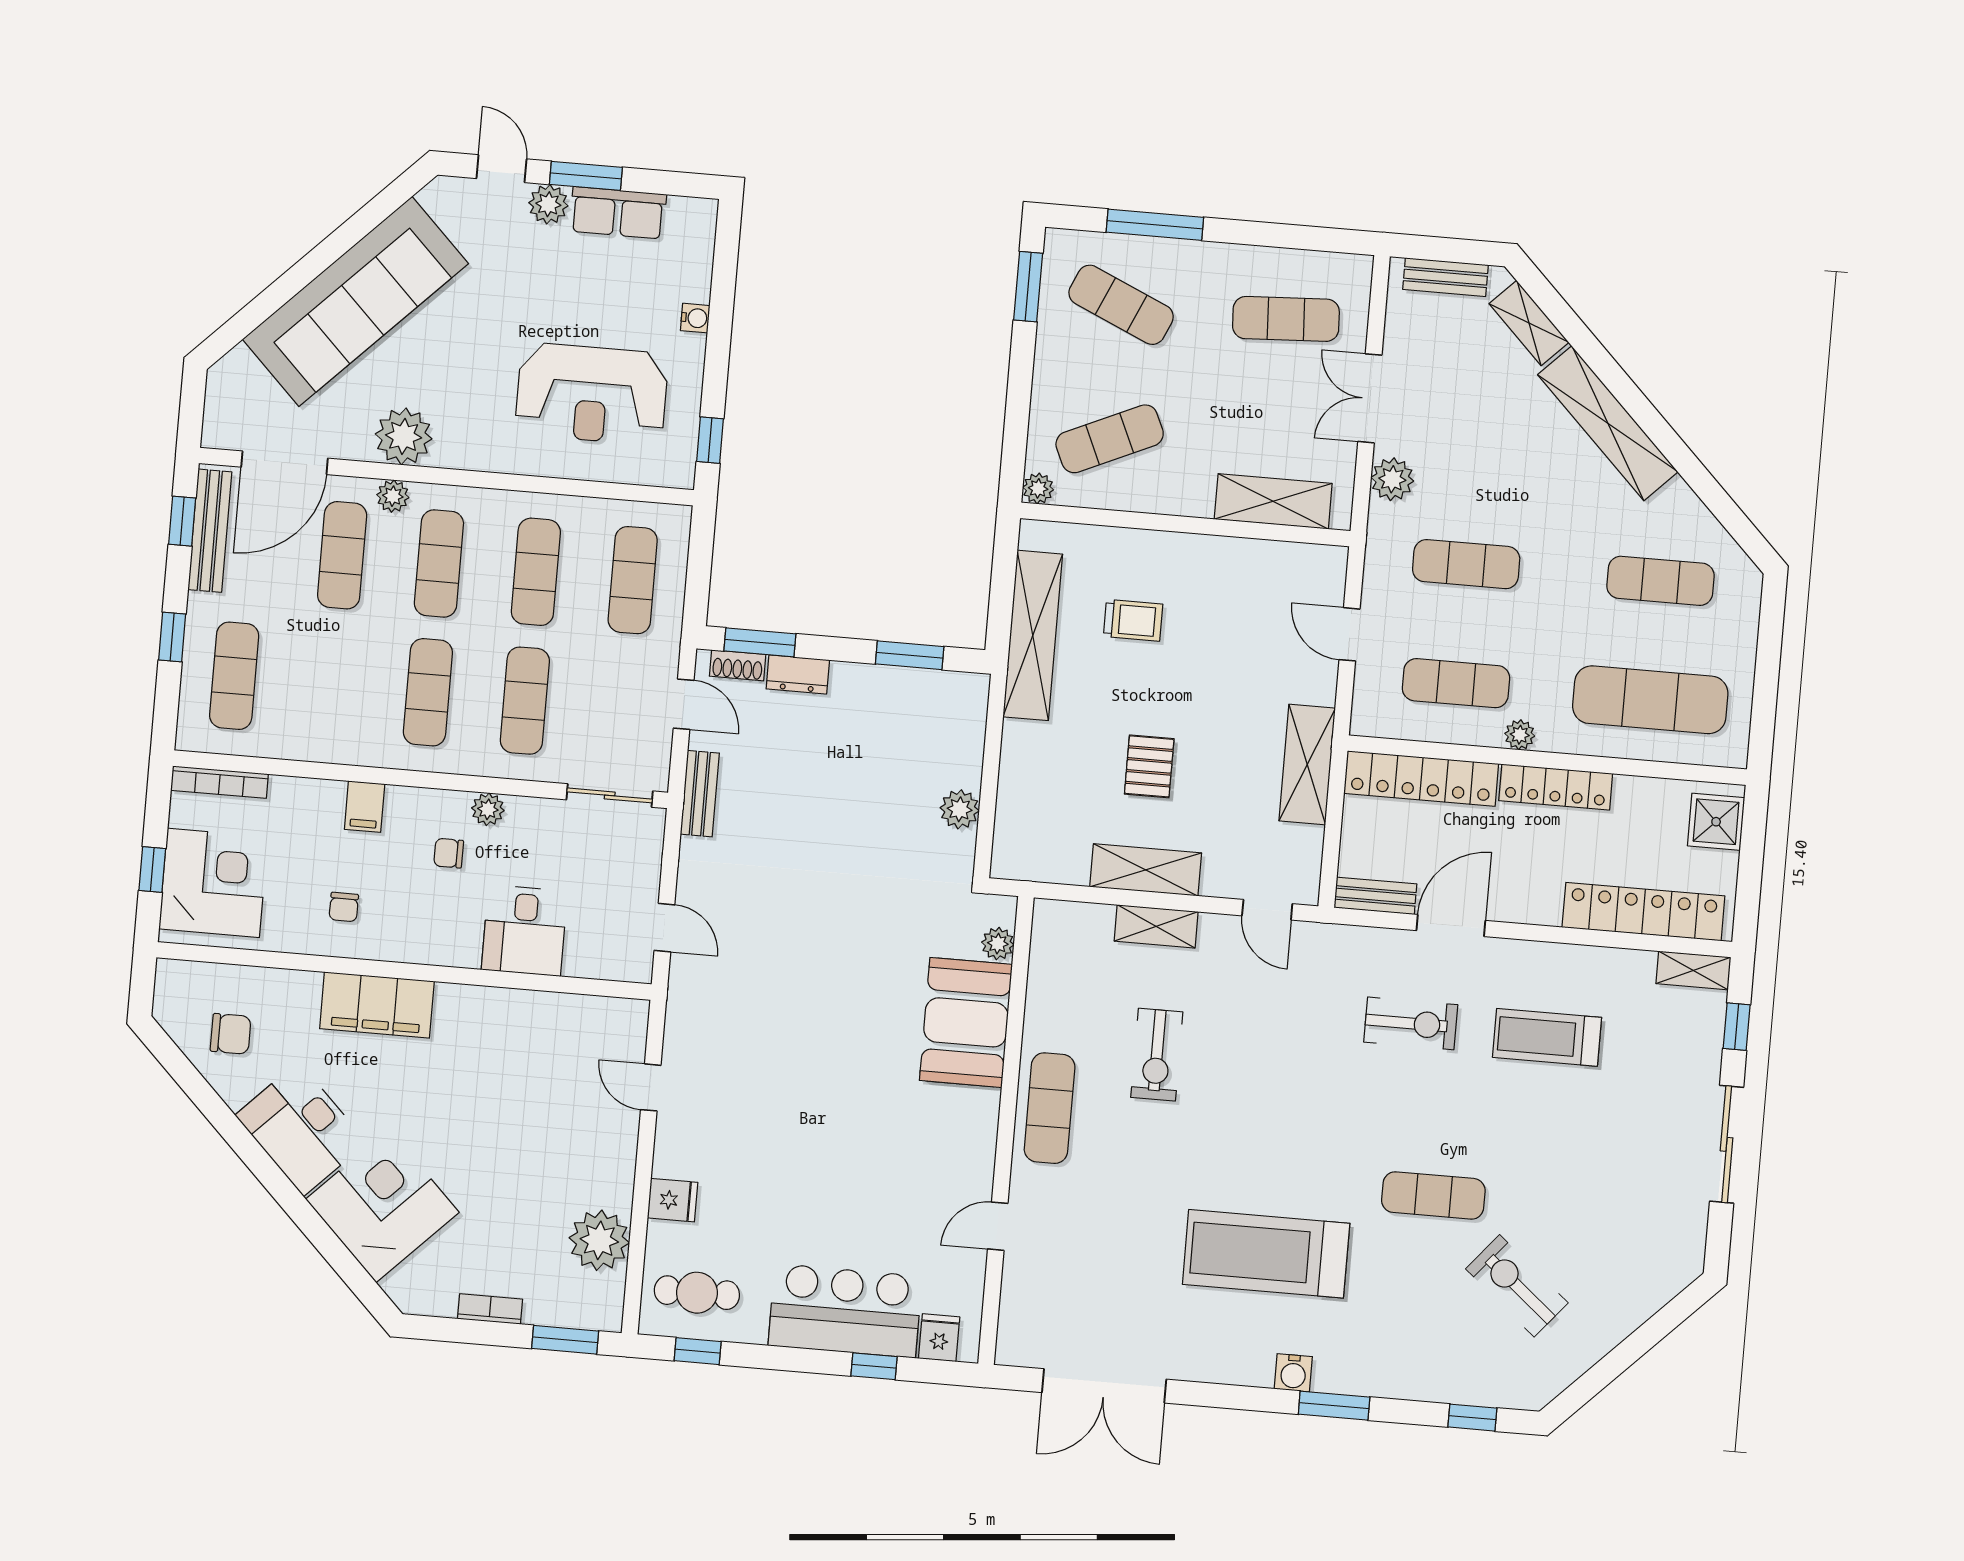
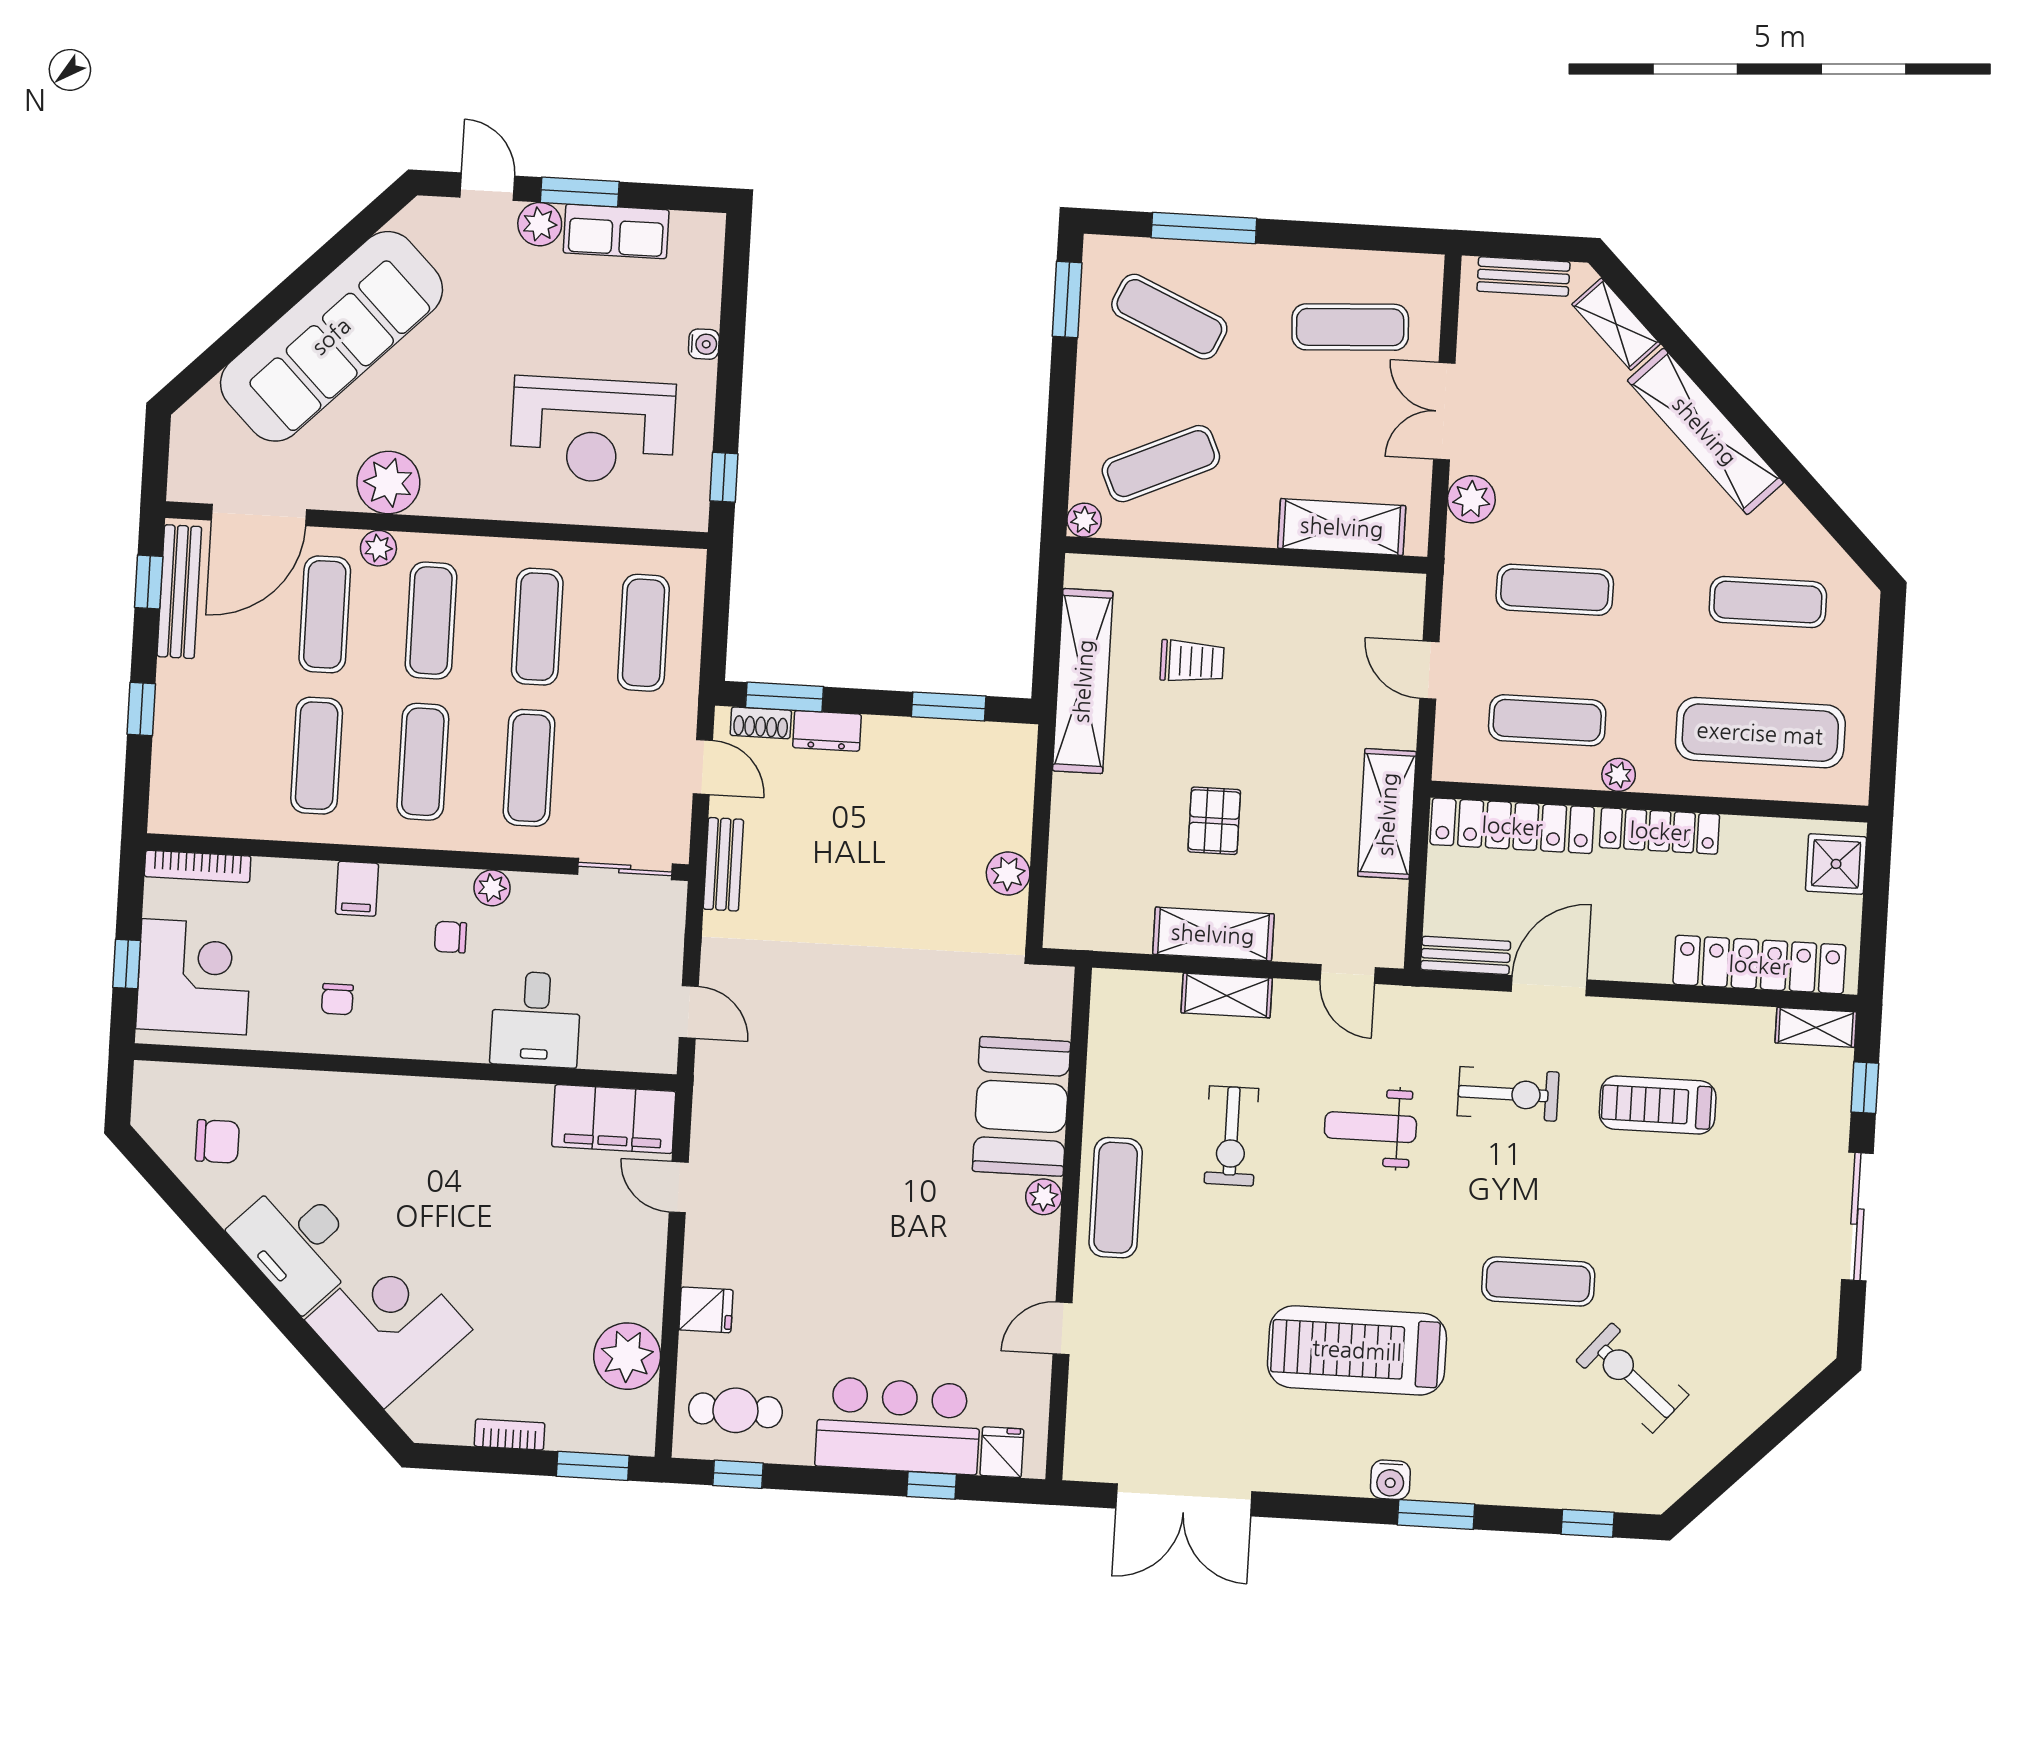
exercise mat: (234, 676) -> (317, 756), moved
plant: (998, 944) -> (1044, 1197), moved
filing cabinet: (377, 1005) -> (614, 1119), moved
weight bench: (1284, 1050) -> (1370, 1127), added

